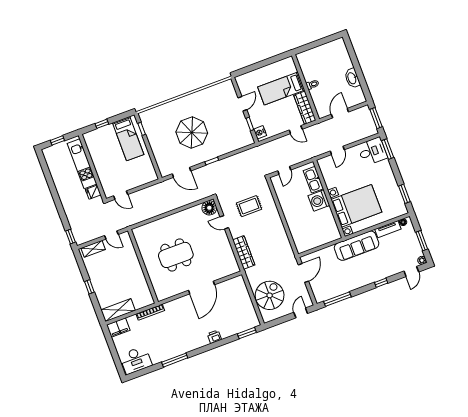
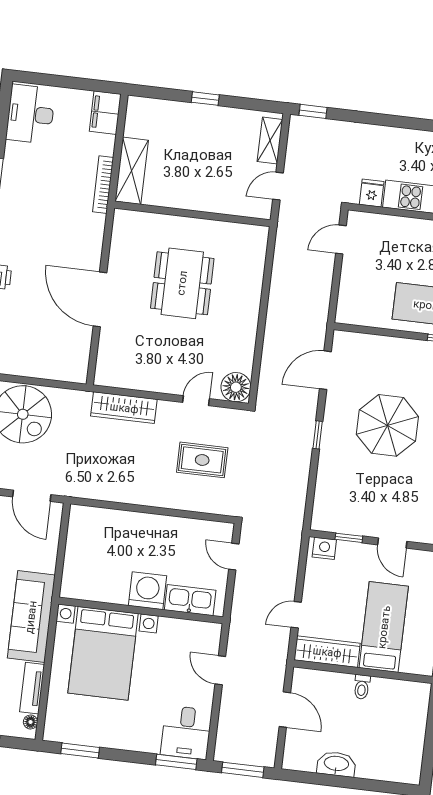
rug: (249, 206) -> (202, 460), turned 90
shelving: (118, 310) -> (132, 171), moved

